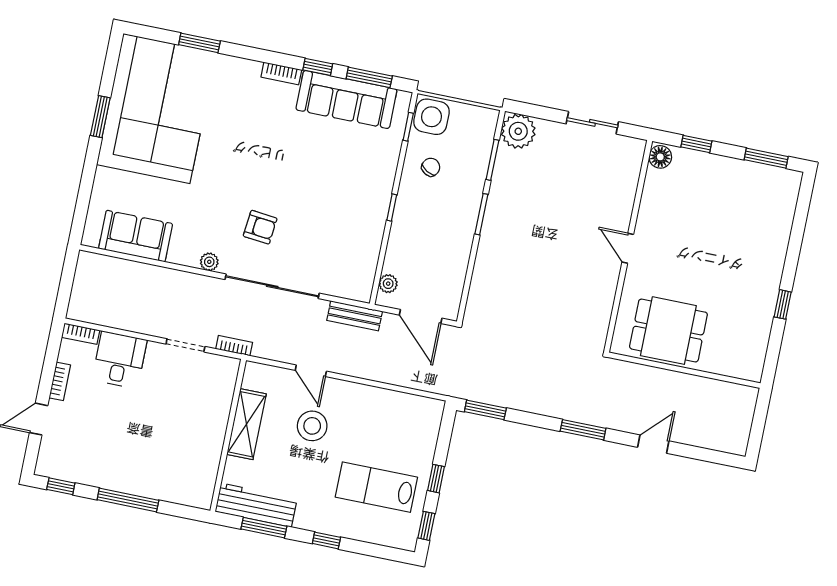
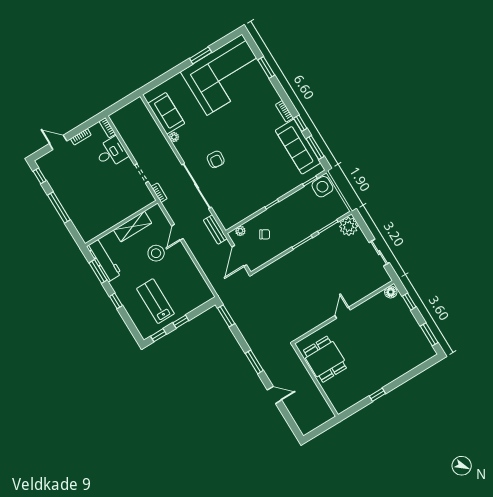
chair: (431, 167) -> (265, 234), moved
plant: (209, 262) -> (174, 137), moved

